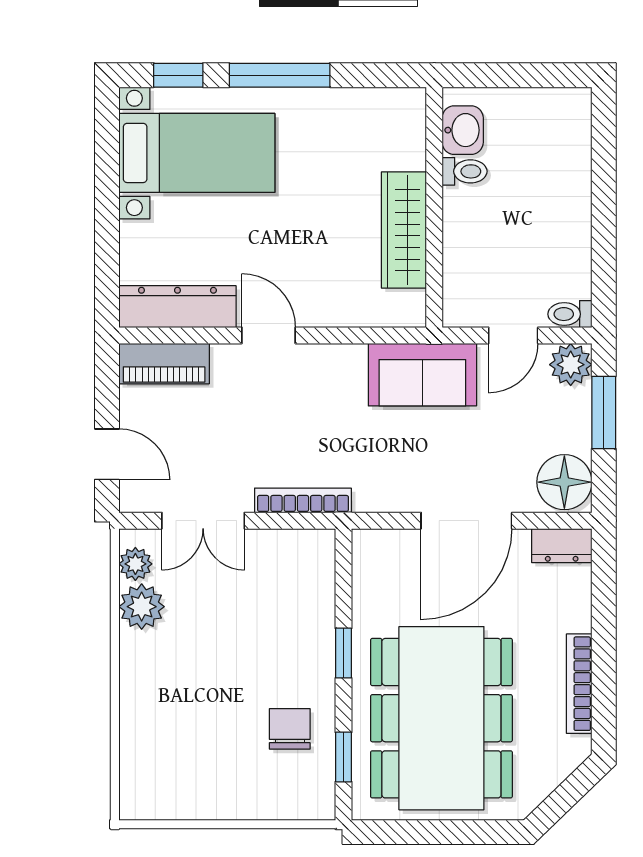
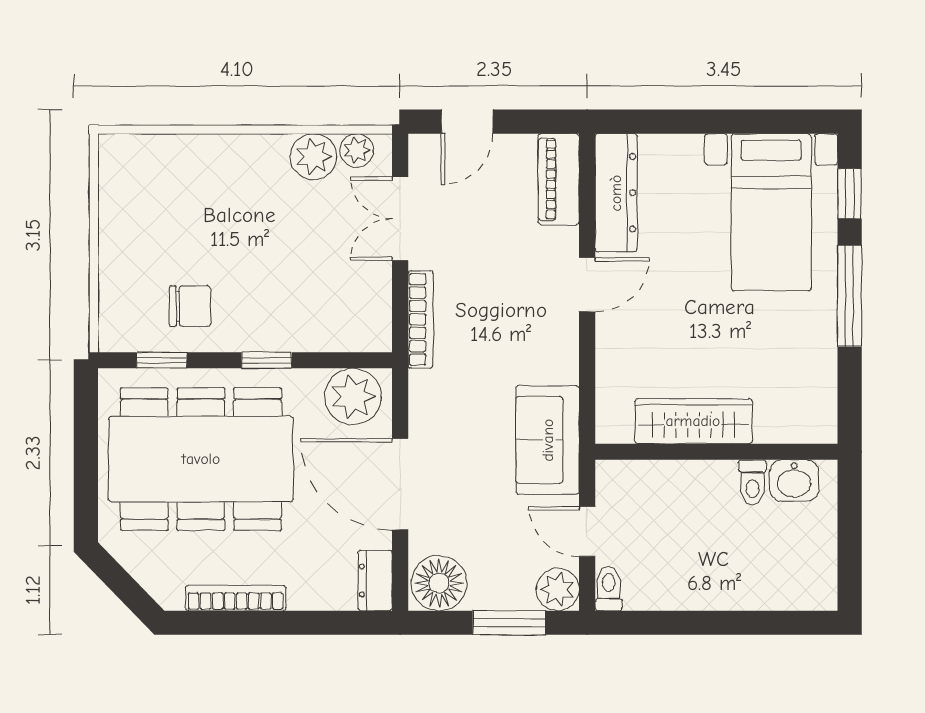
plant: (379, 567) -> (353, 397), added

